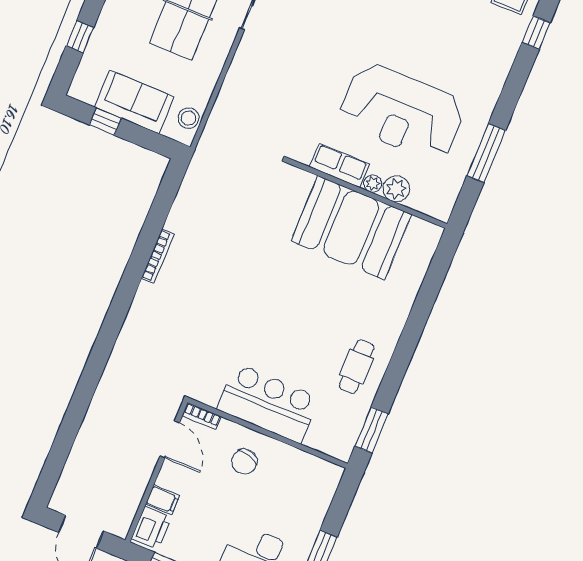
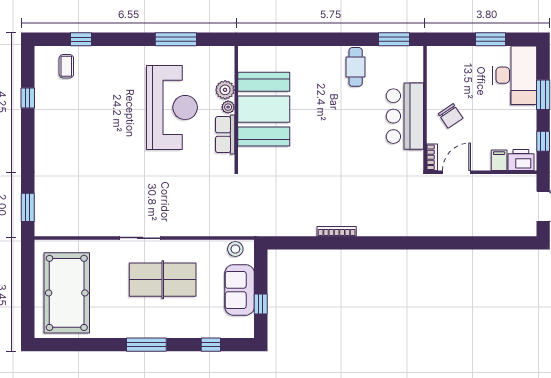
cafe table: (357, 367) -> (356, 67), turned 90
chair: (244, 462) -> (451, 116), turned 40

